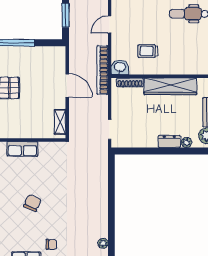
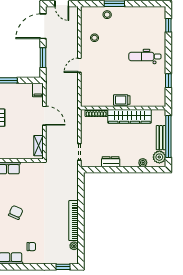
trolley: (148, 51) -> (122, 100), moved
filing cabinet: (59, 54) -> (38, 90), added
washbasin: (120, 67) -> (88, 101), removed
bookcase: (102, 70) -> (74, 221), moved
dresser: (169, 141) -> (111, 162), moved

